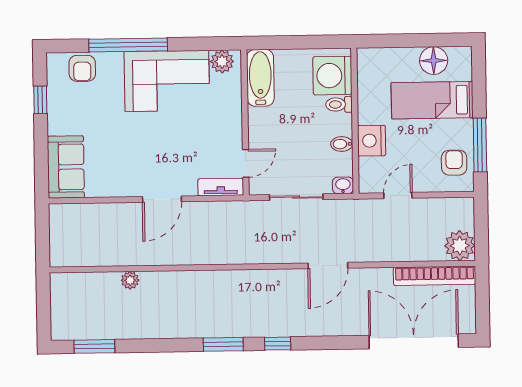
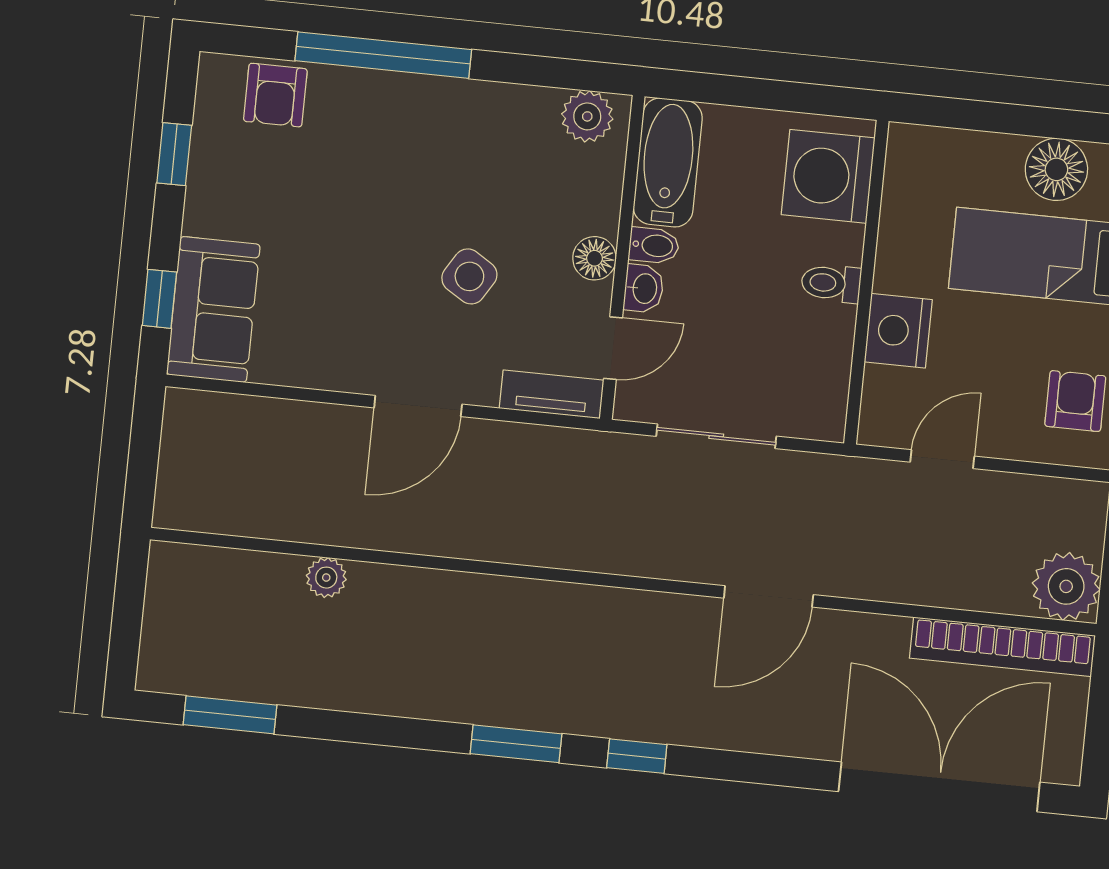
corner sofa: (167, 81) -> (460, 145), removed
toilet: (339, 104) -> (831, 283), moved
floor lamp: (233, 124) -> (594, 258), added
side table: (178, 139) -> (469, 276), added
bidet: (342, 144) -> (654, 246), moved, turned 180
window: (41, 165) -> (159, 299), added
washbasin: (343, 185) -> (644, 288), moved, turned 90

